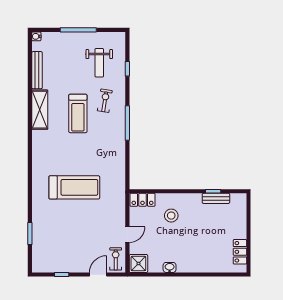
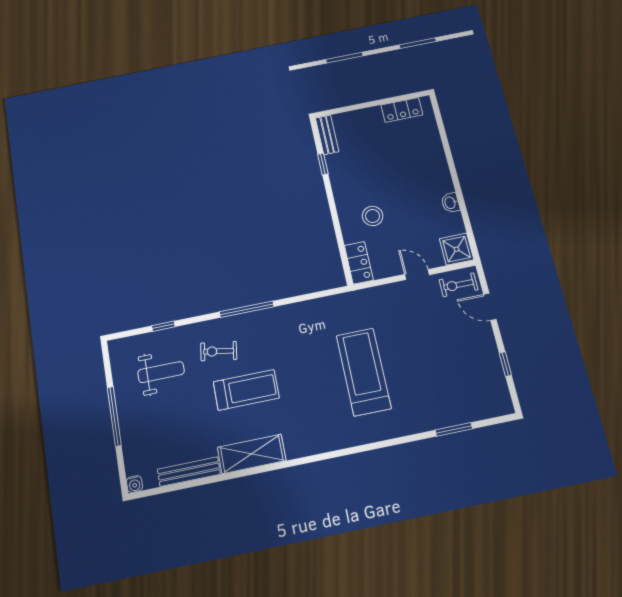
bench: (216, 198) -> (327, 135), moved

